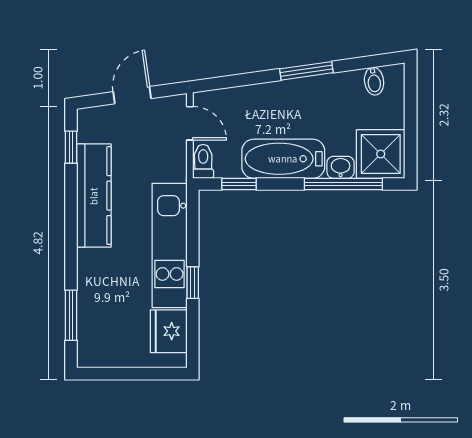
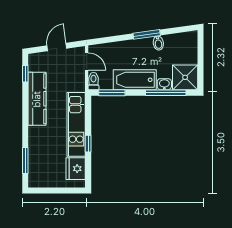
bidet: (374, 81) -> (158, 43), moved
window: (239, 184) -> (112, 93), width x1.50

